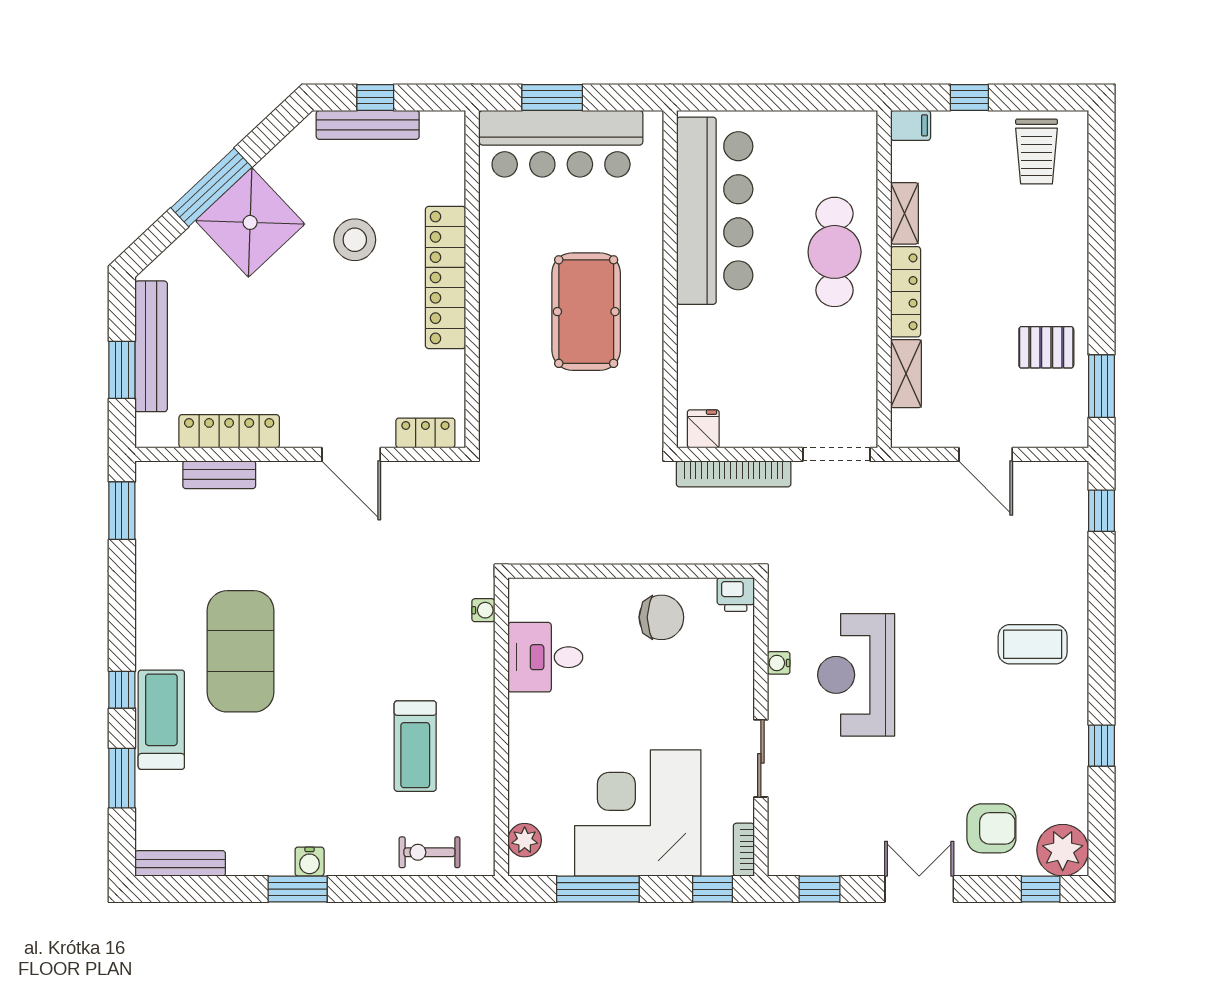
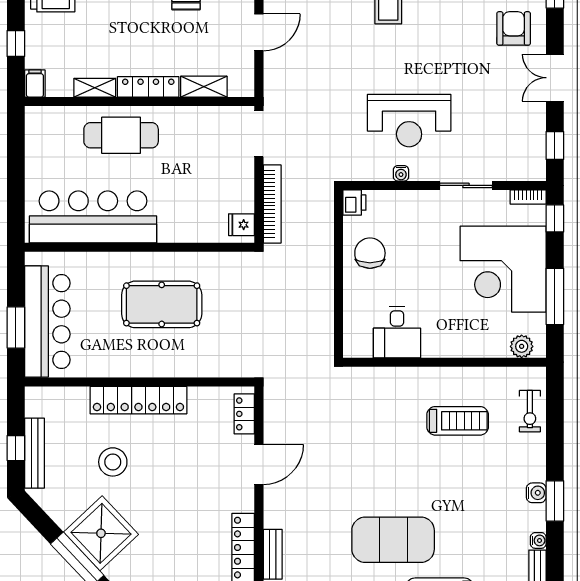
water cooler: (483, 610) -> (538, 540), moved, turned 90

